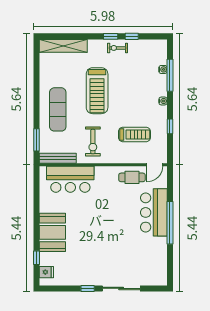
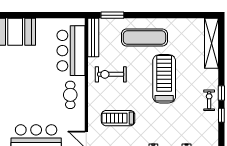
treadmill: (97, 91) -> (164, 79), turned 90
treadmill: (134, 134) -> (118, 118), turned 90
cafe table: (132, 177) -> (70, 95), moved

